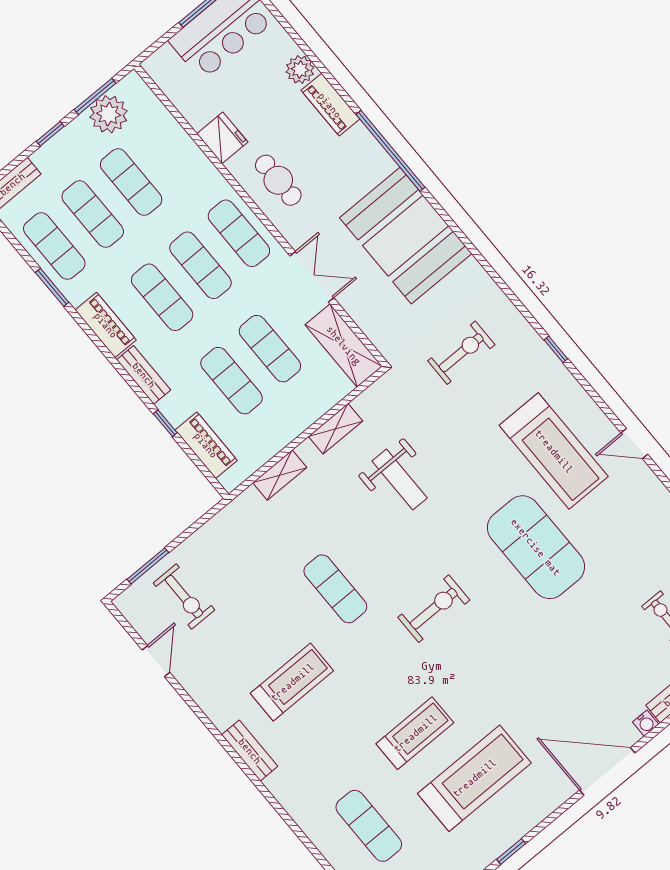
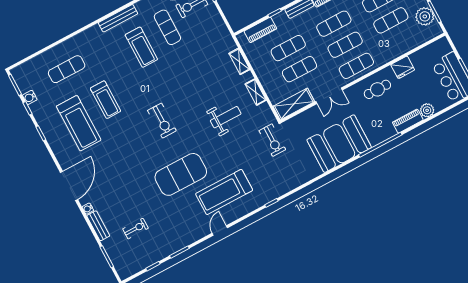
exercise bike: (461, 353) -> (272, 140), moved
weight bench: (400, 480) -> (226, 117), turned 180
exercise mat: (335, 589) -> (167, 27), moved, turned 90
bench: (250, 751) -> (118, 18), width x1.36

